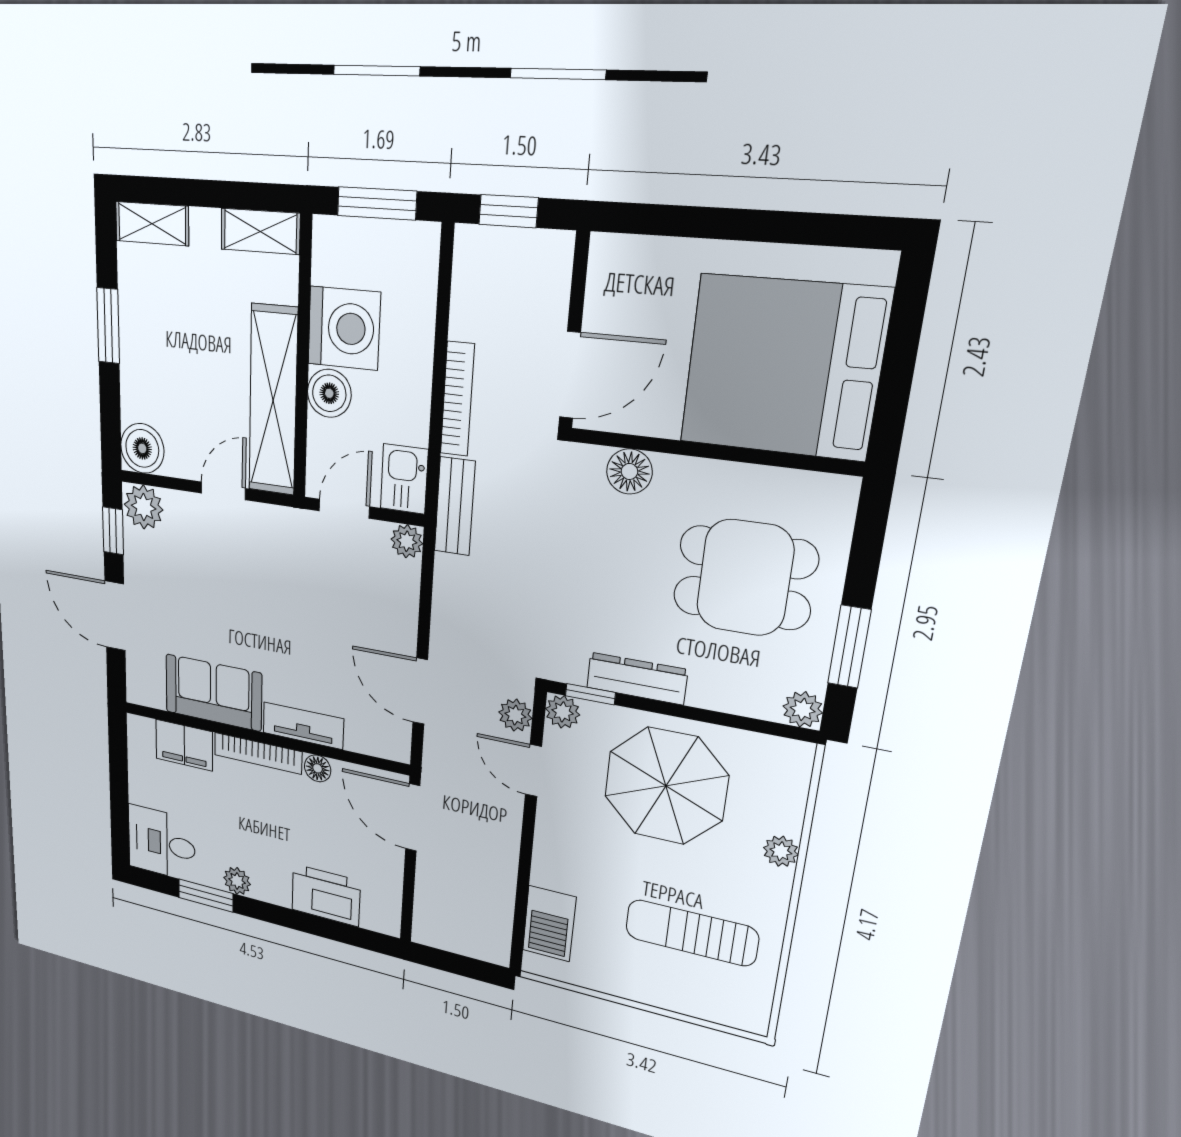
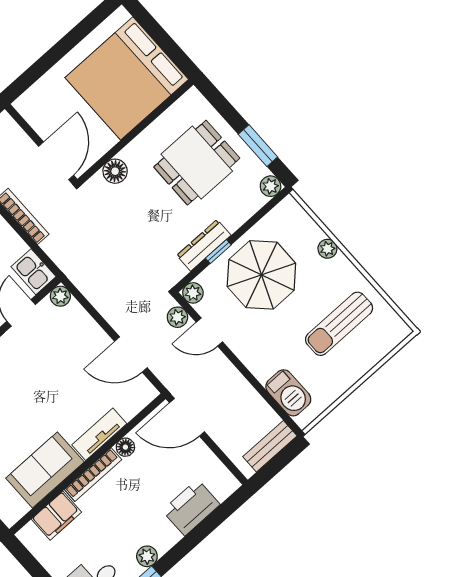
bench: (455, 506) -> (270, 446), moved, turned 90
window: (590, 694) -> (218, 251), moved

